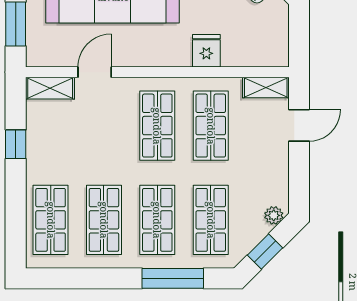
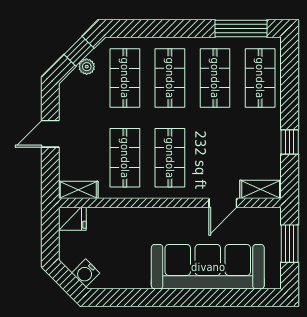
fridge: (206, 51) -> (72, 219), moved, turned -90
door: (299, 125) -> (50, 134), moved
plant: (274, 215) -> (87, 67), moved
window: (173, 278) -> (241, 29), moved

